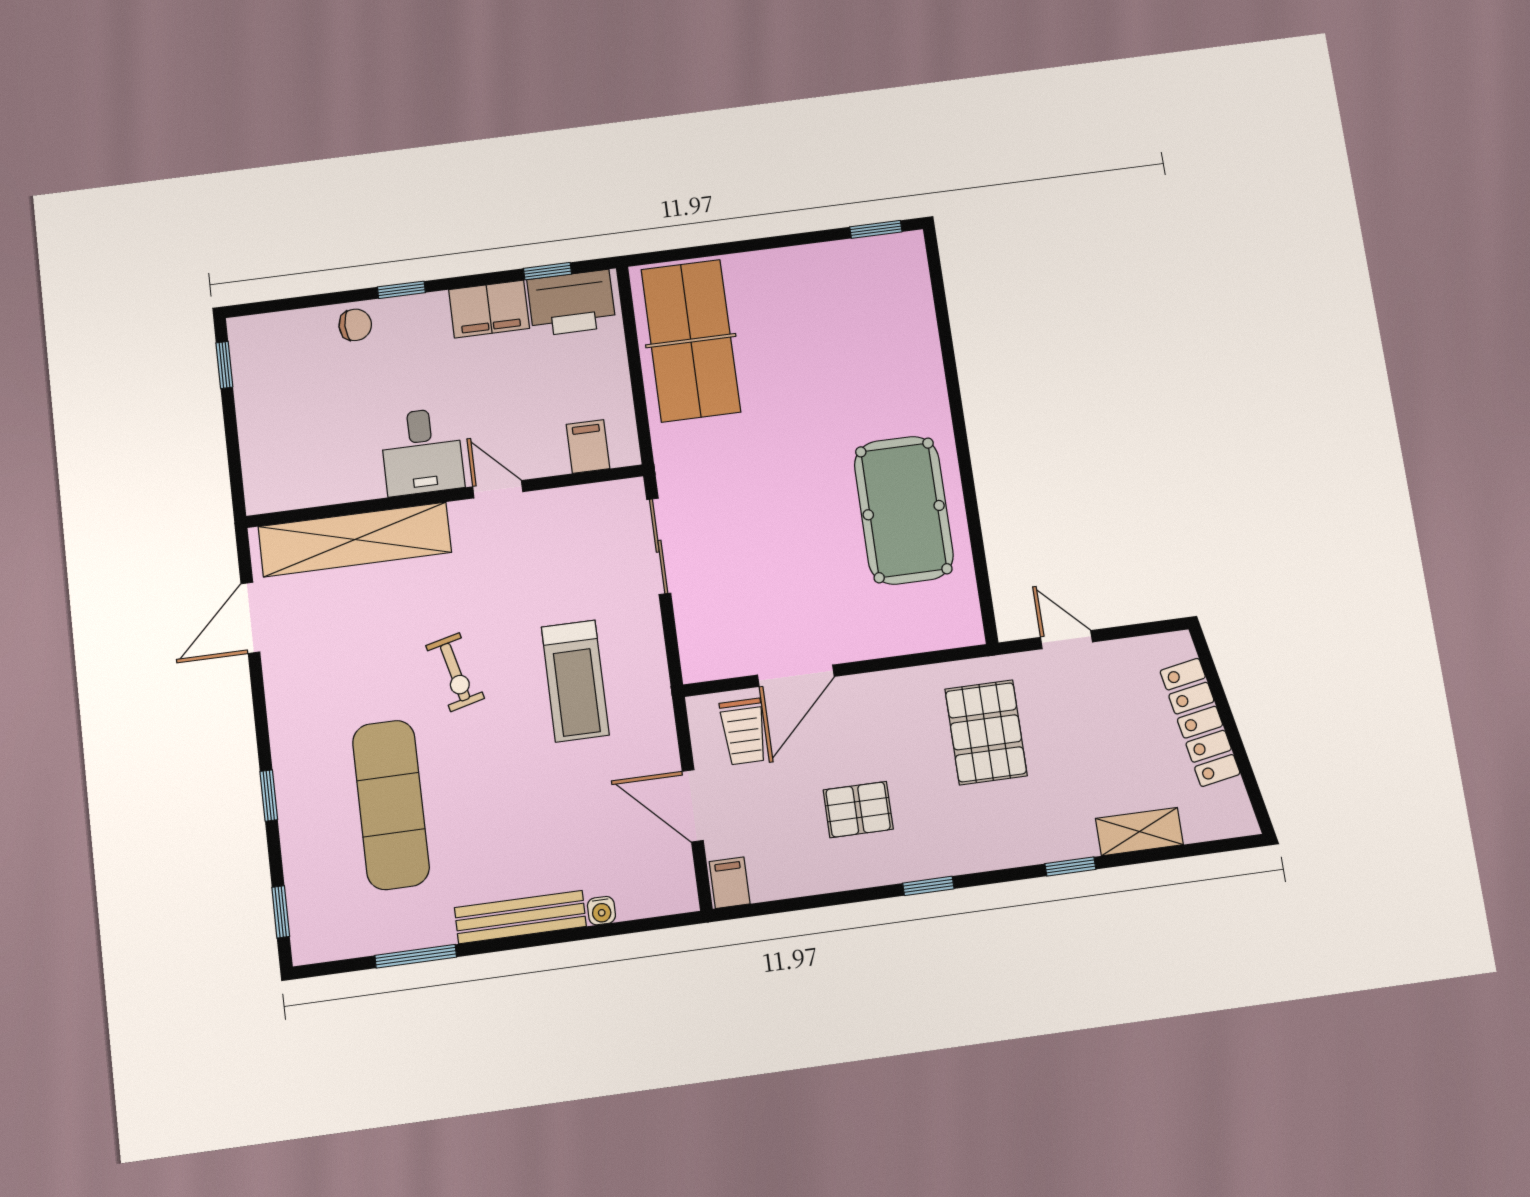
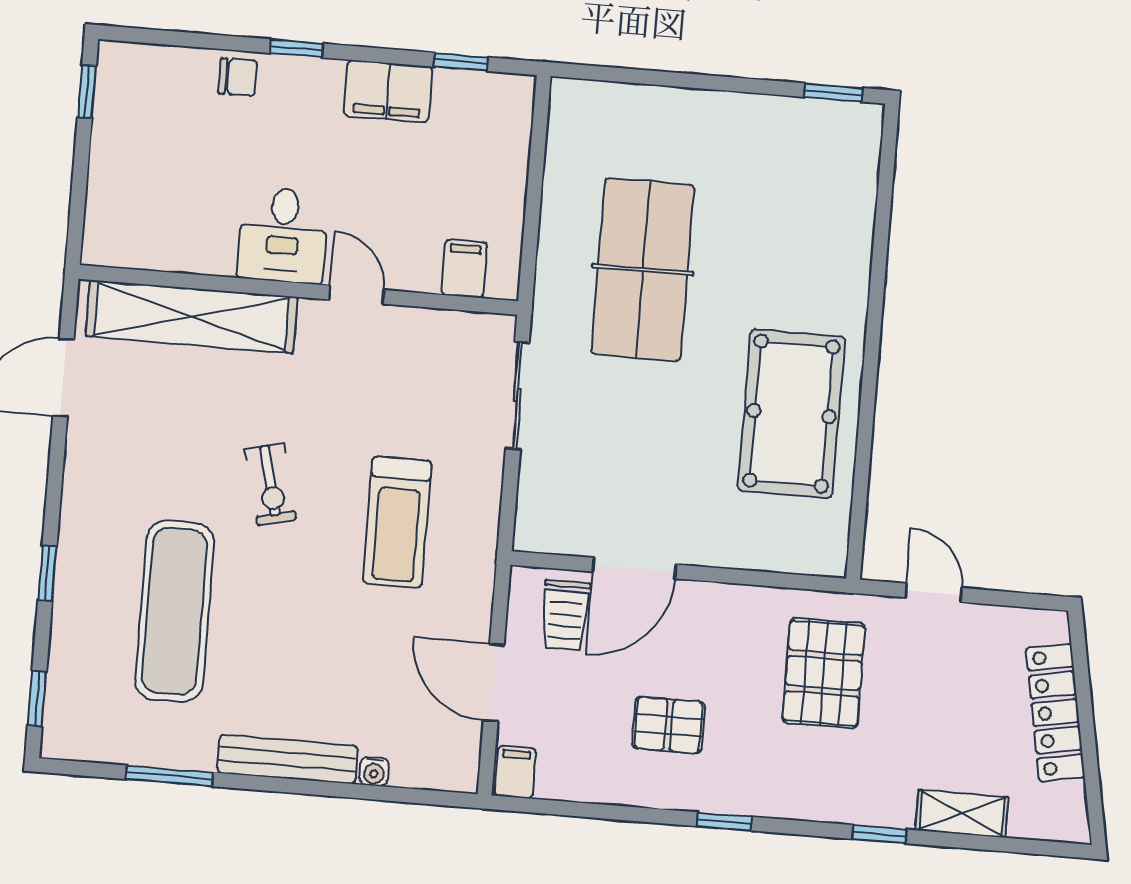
printer: (571, 303) -> (480, 104), removed
table tennis table: (691, 341) -> (643, 270), moved

